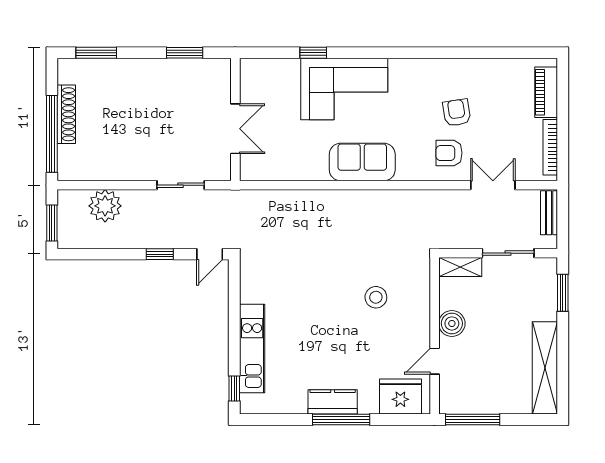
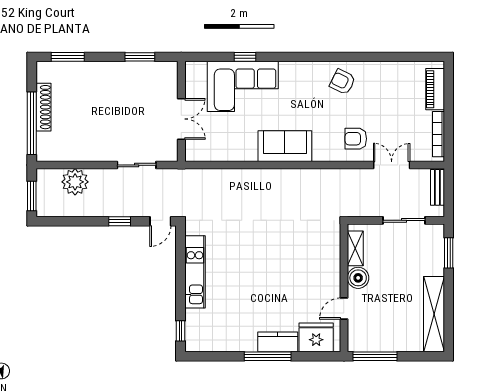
corner sofa: (344, 89) -> (243, 86), moved
armchair: (457, 113) -> (342, 82), moved, turned -55
shelving: (460, 267) -> (355, 248), moved, turned 90
stool: (376, 297) -> (296, 256), removed
kitchen unit: (252, 348) -> (195, 272), moved
kitchen counter: (333, 402) -> (278, 342), moved

